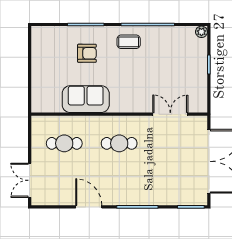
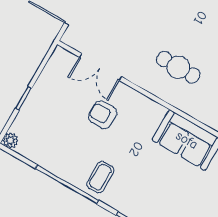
coffee table: (129, 42) -> (100, 177), turned 90
armchair: (87, 53) -> (103, 115), moved

